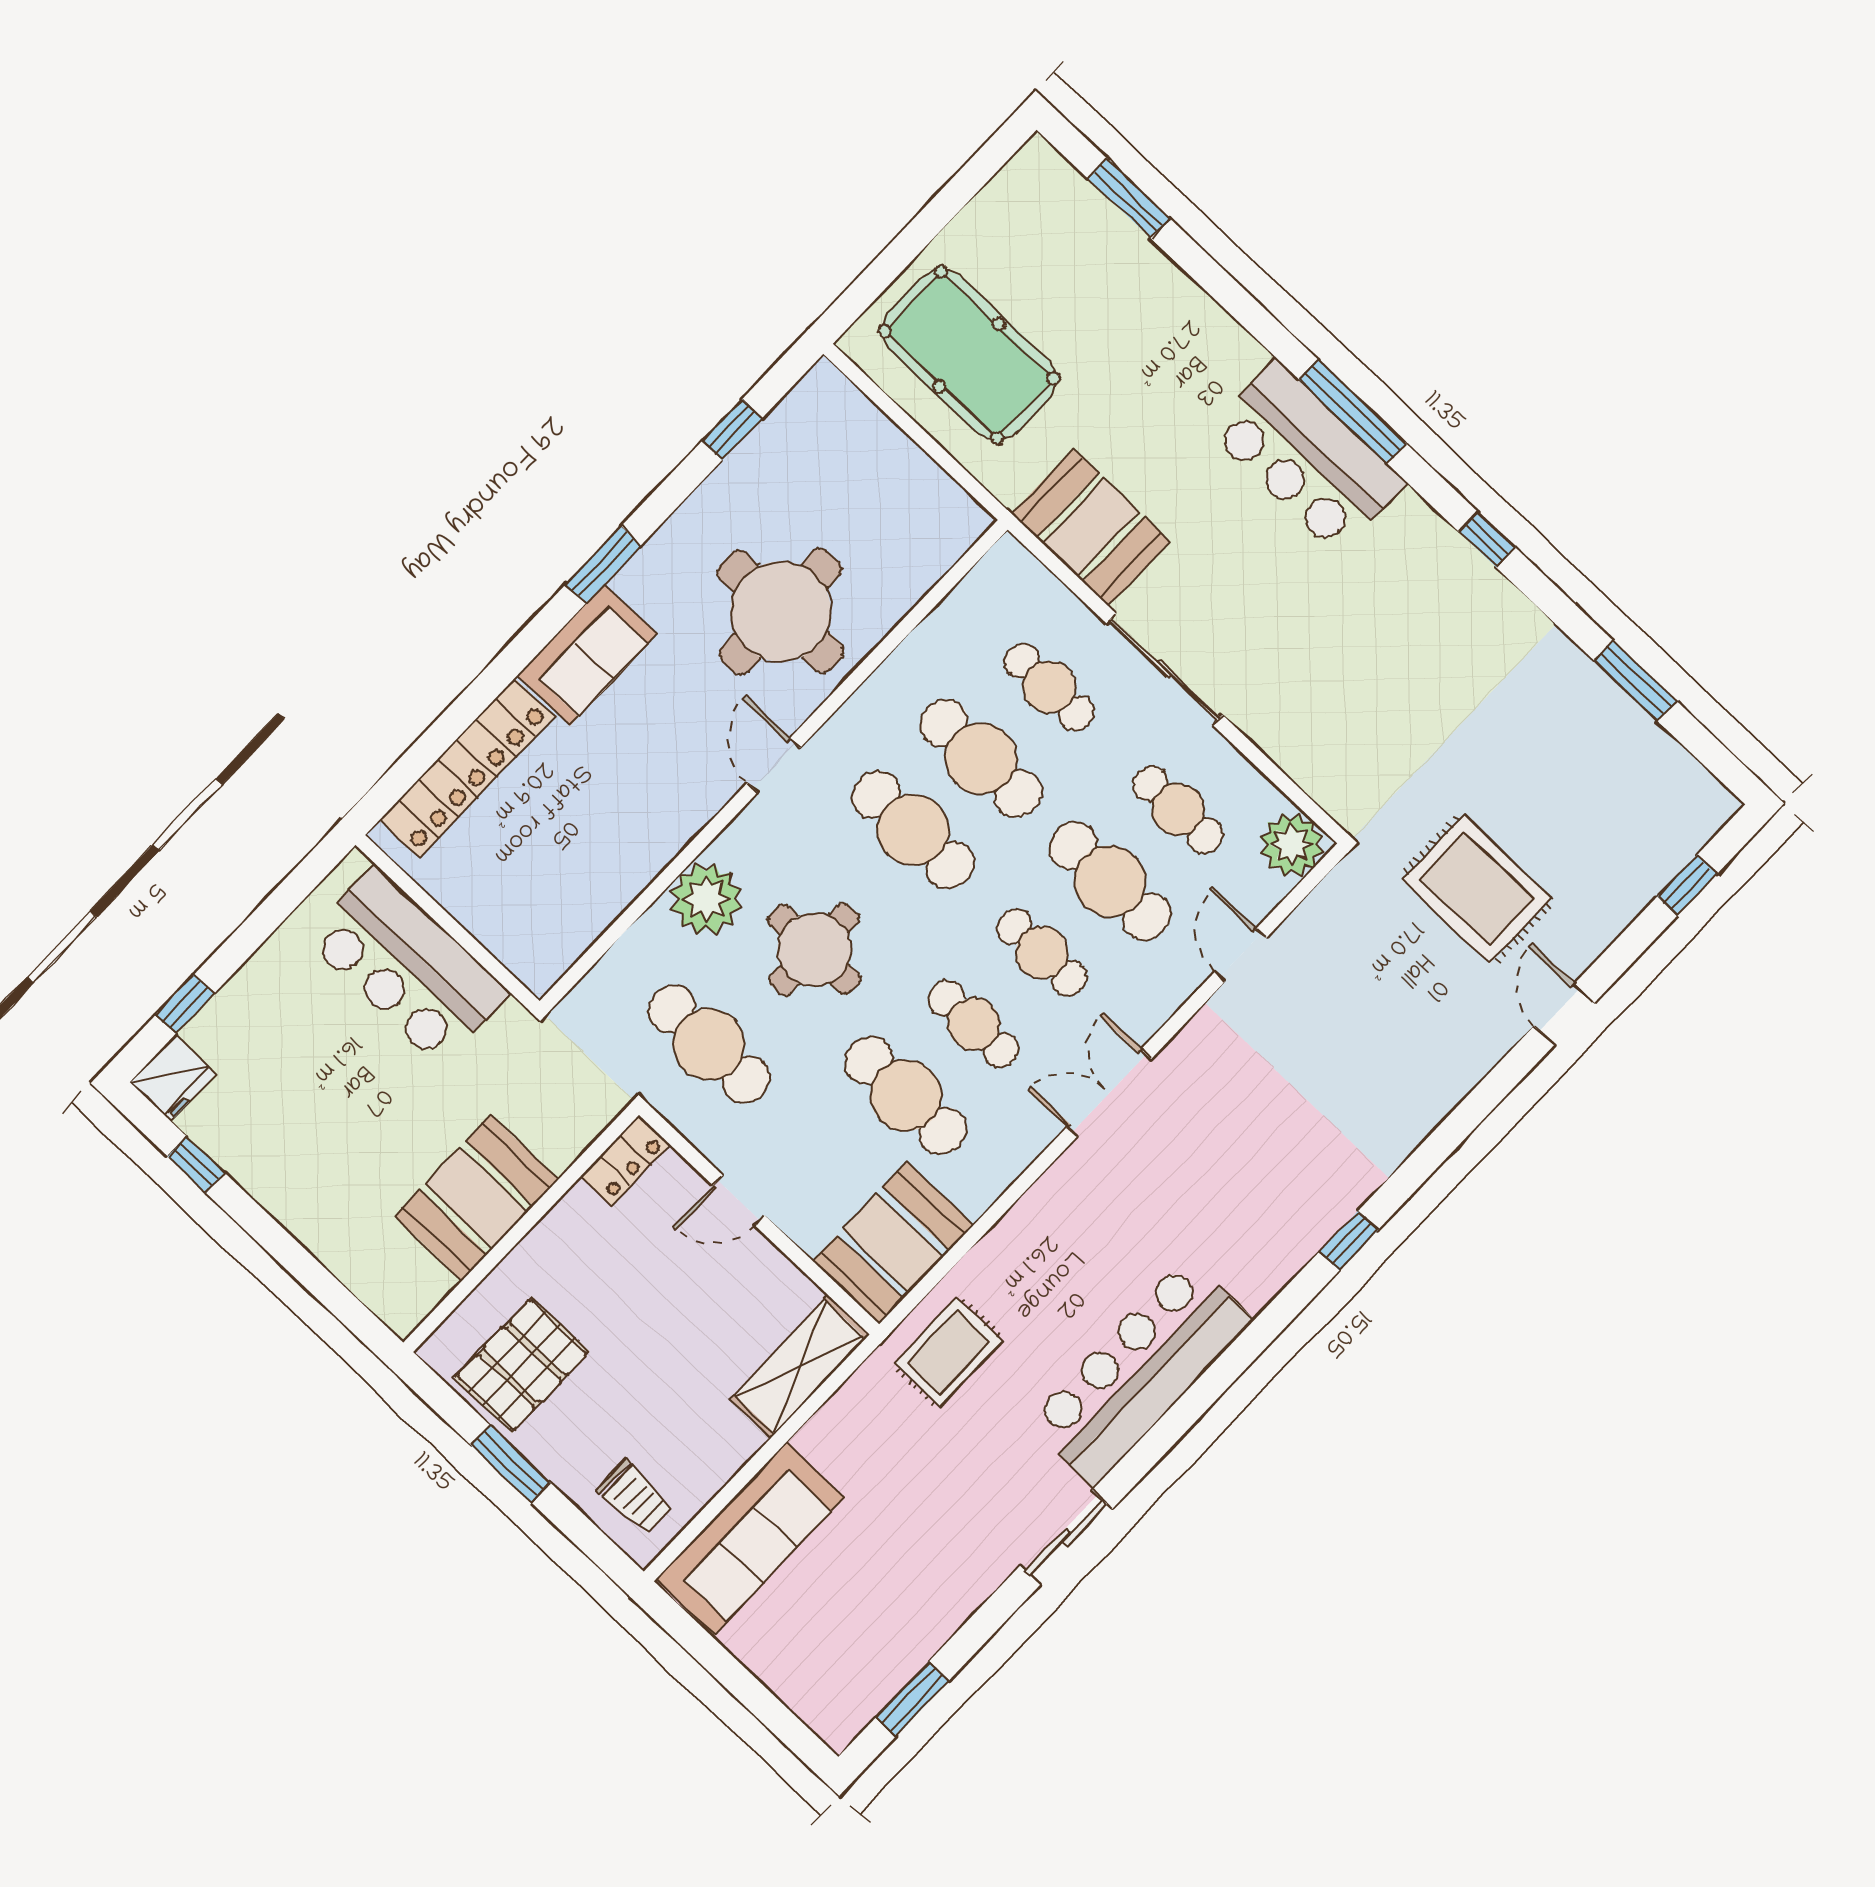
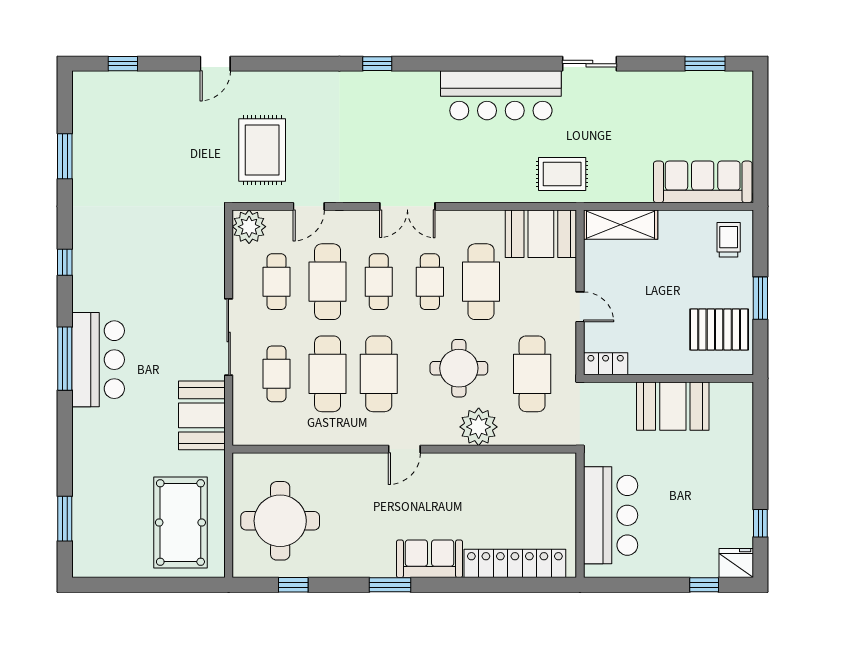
round table: (781, 611) -> (280, 521), moved
rug: (1477, 889) -> (262, 150), moved

